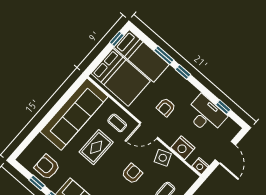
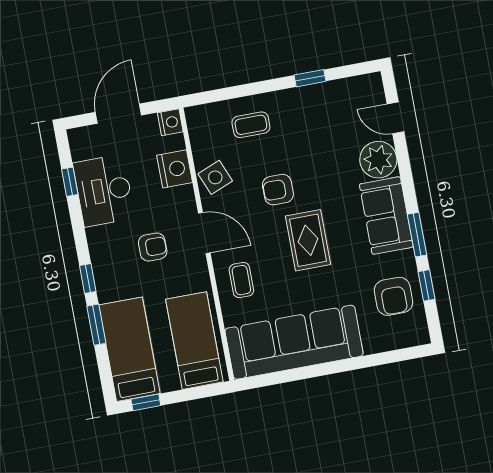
bed: (121, 77) -> (194, 341), width x0.67
rug: (96, 147) -> (308, 240), moved, turned 90

